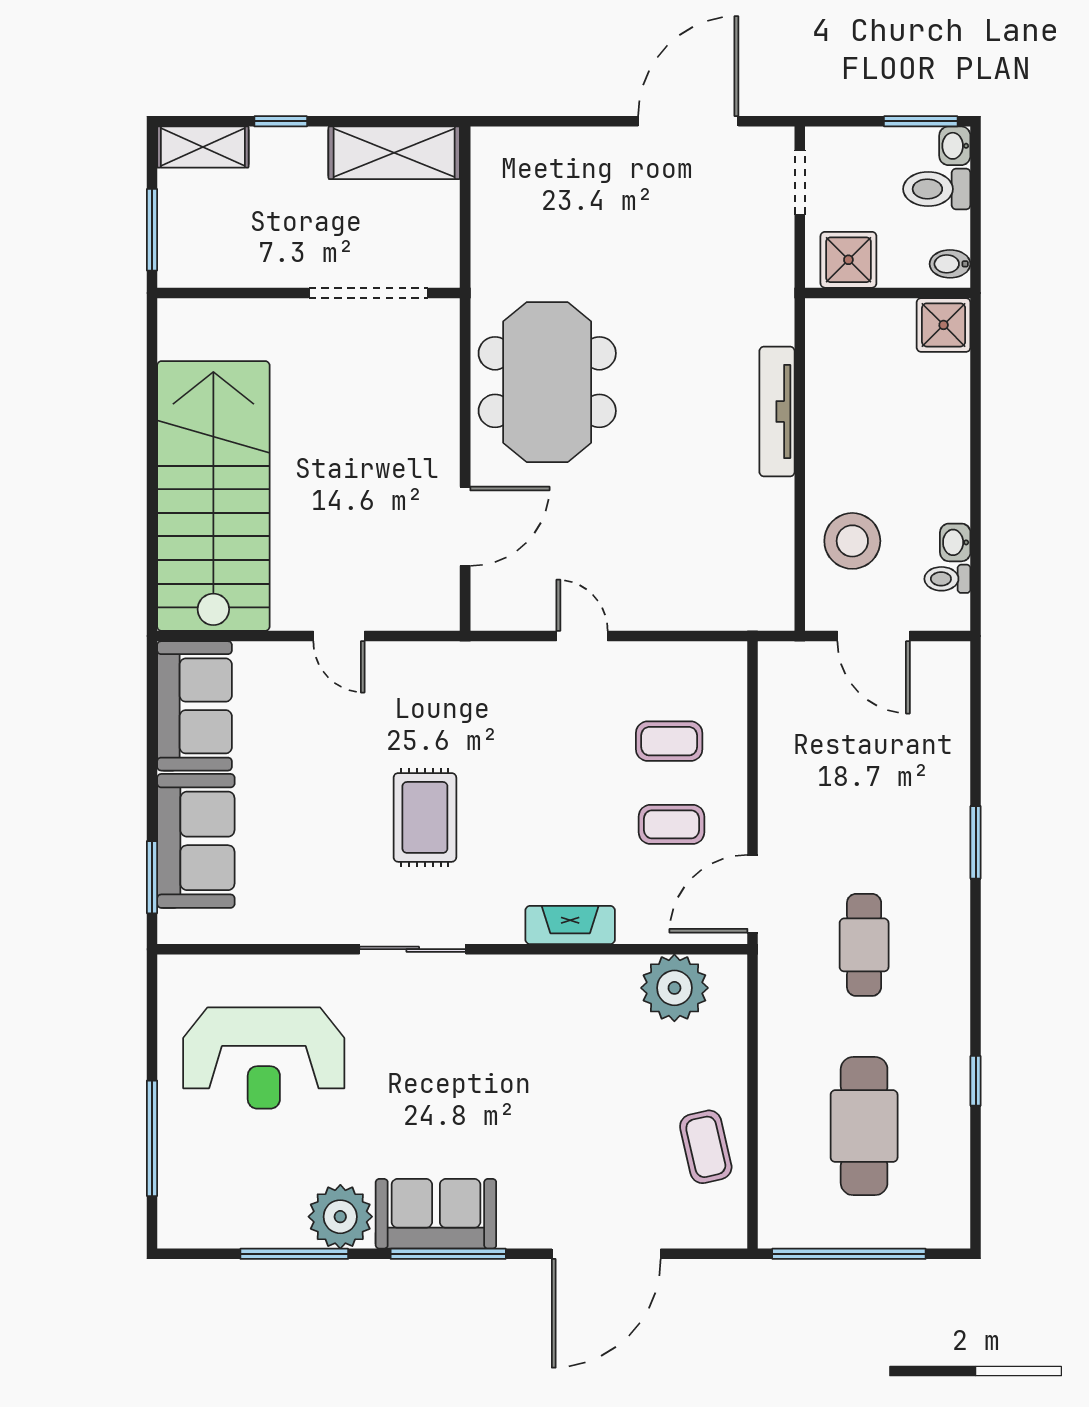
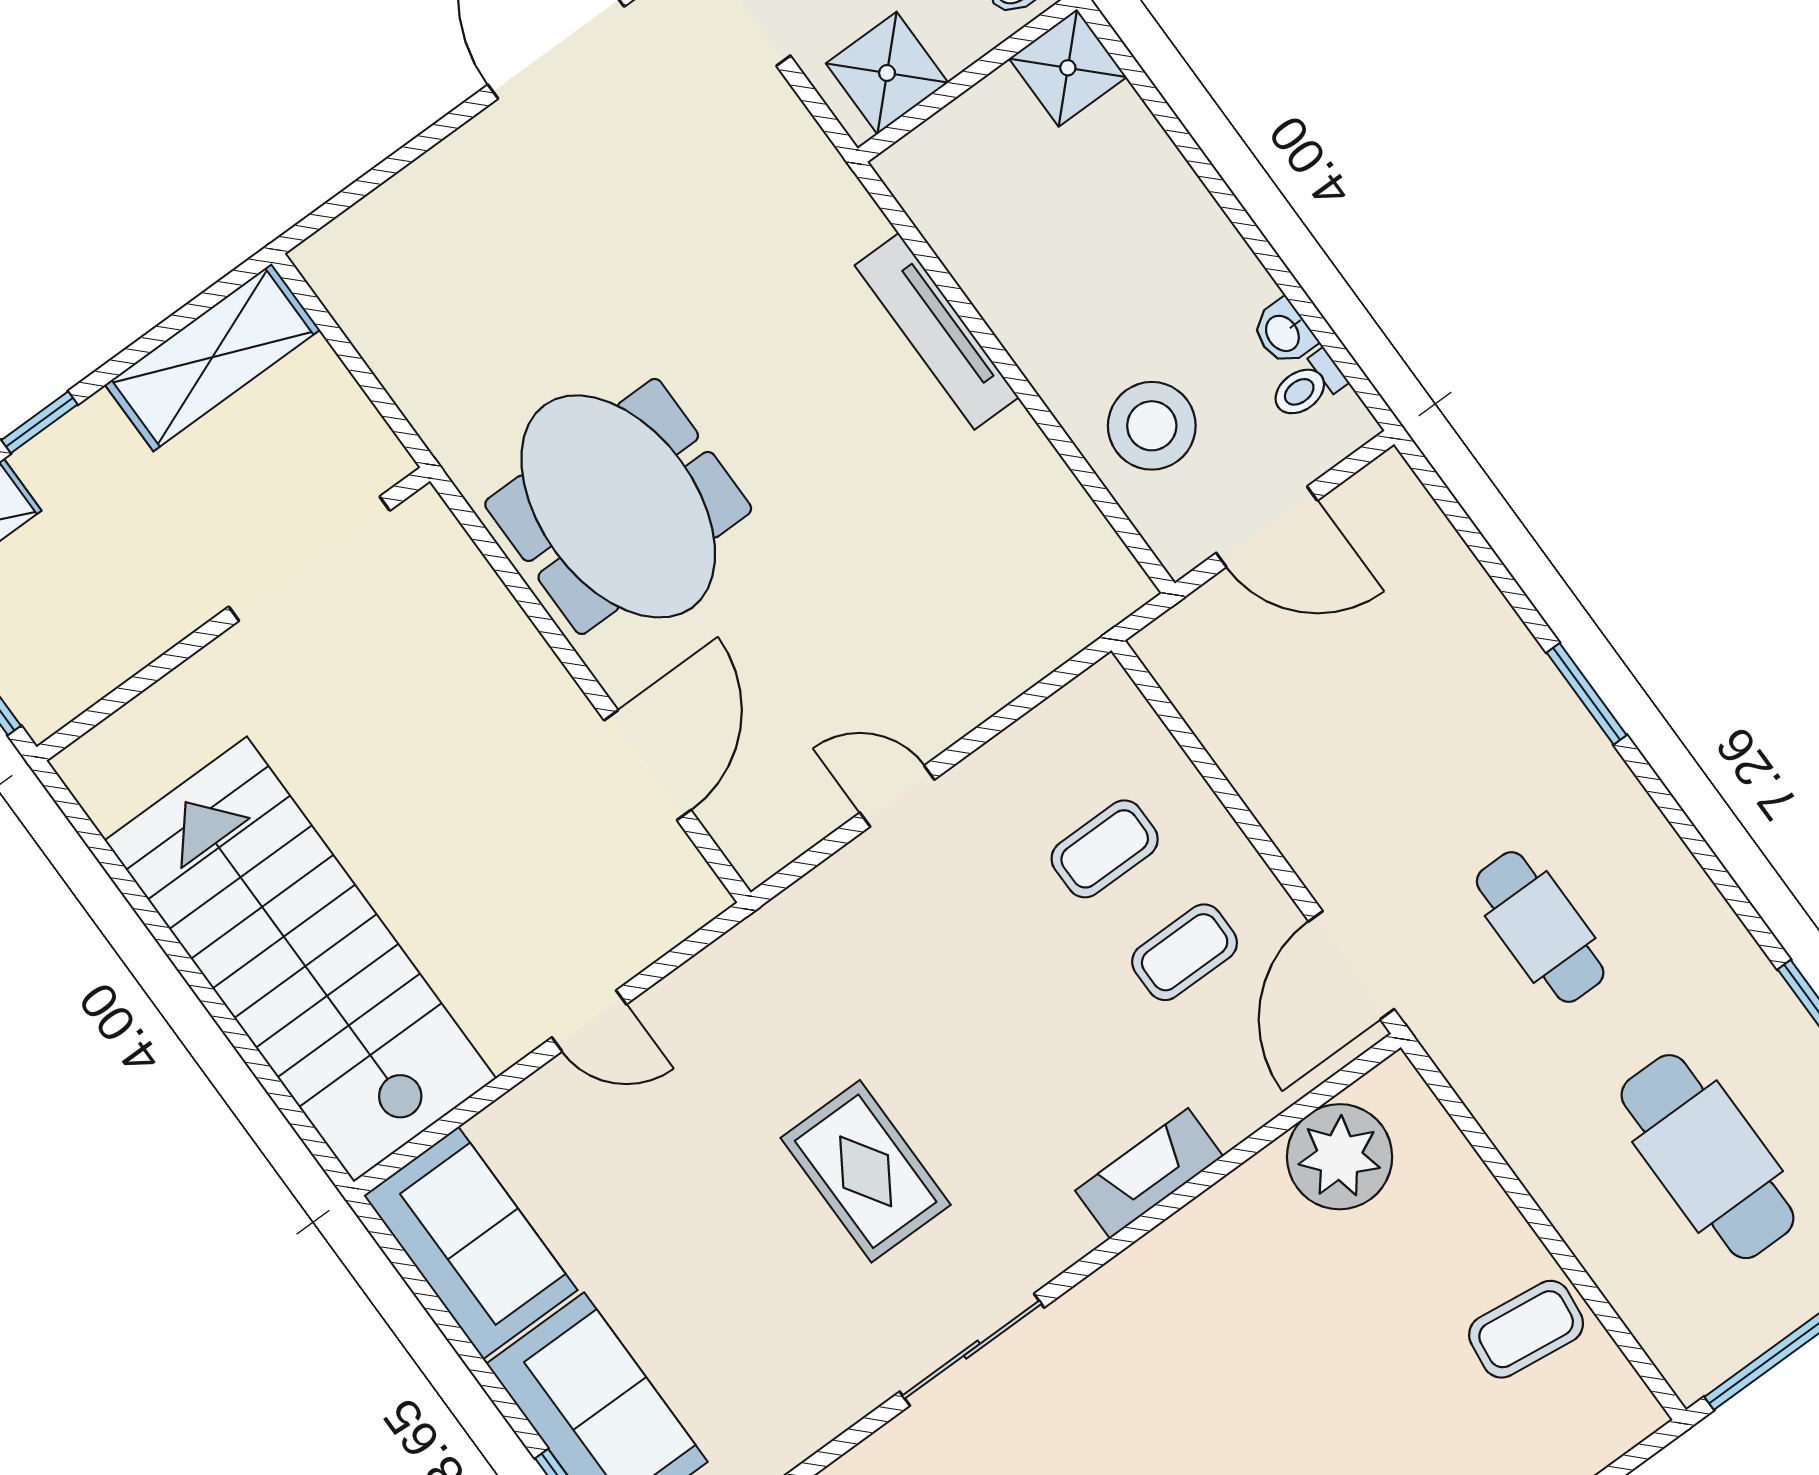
coffee table: (706, 1147) -> (1526, 1329), turned -70

